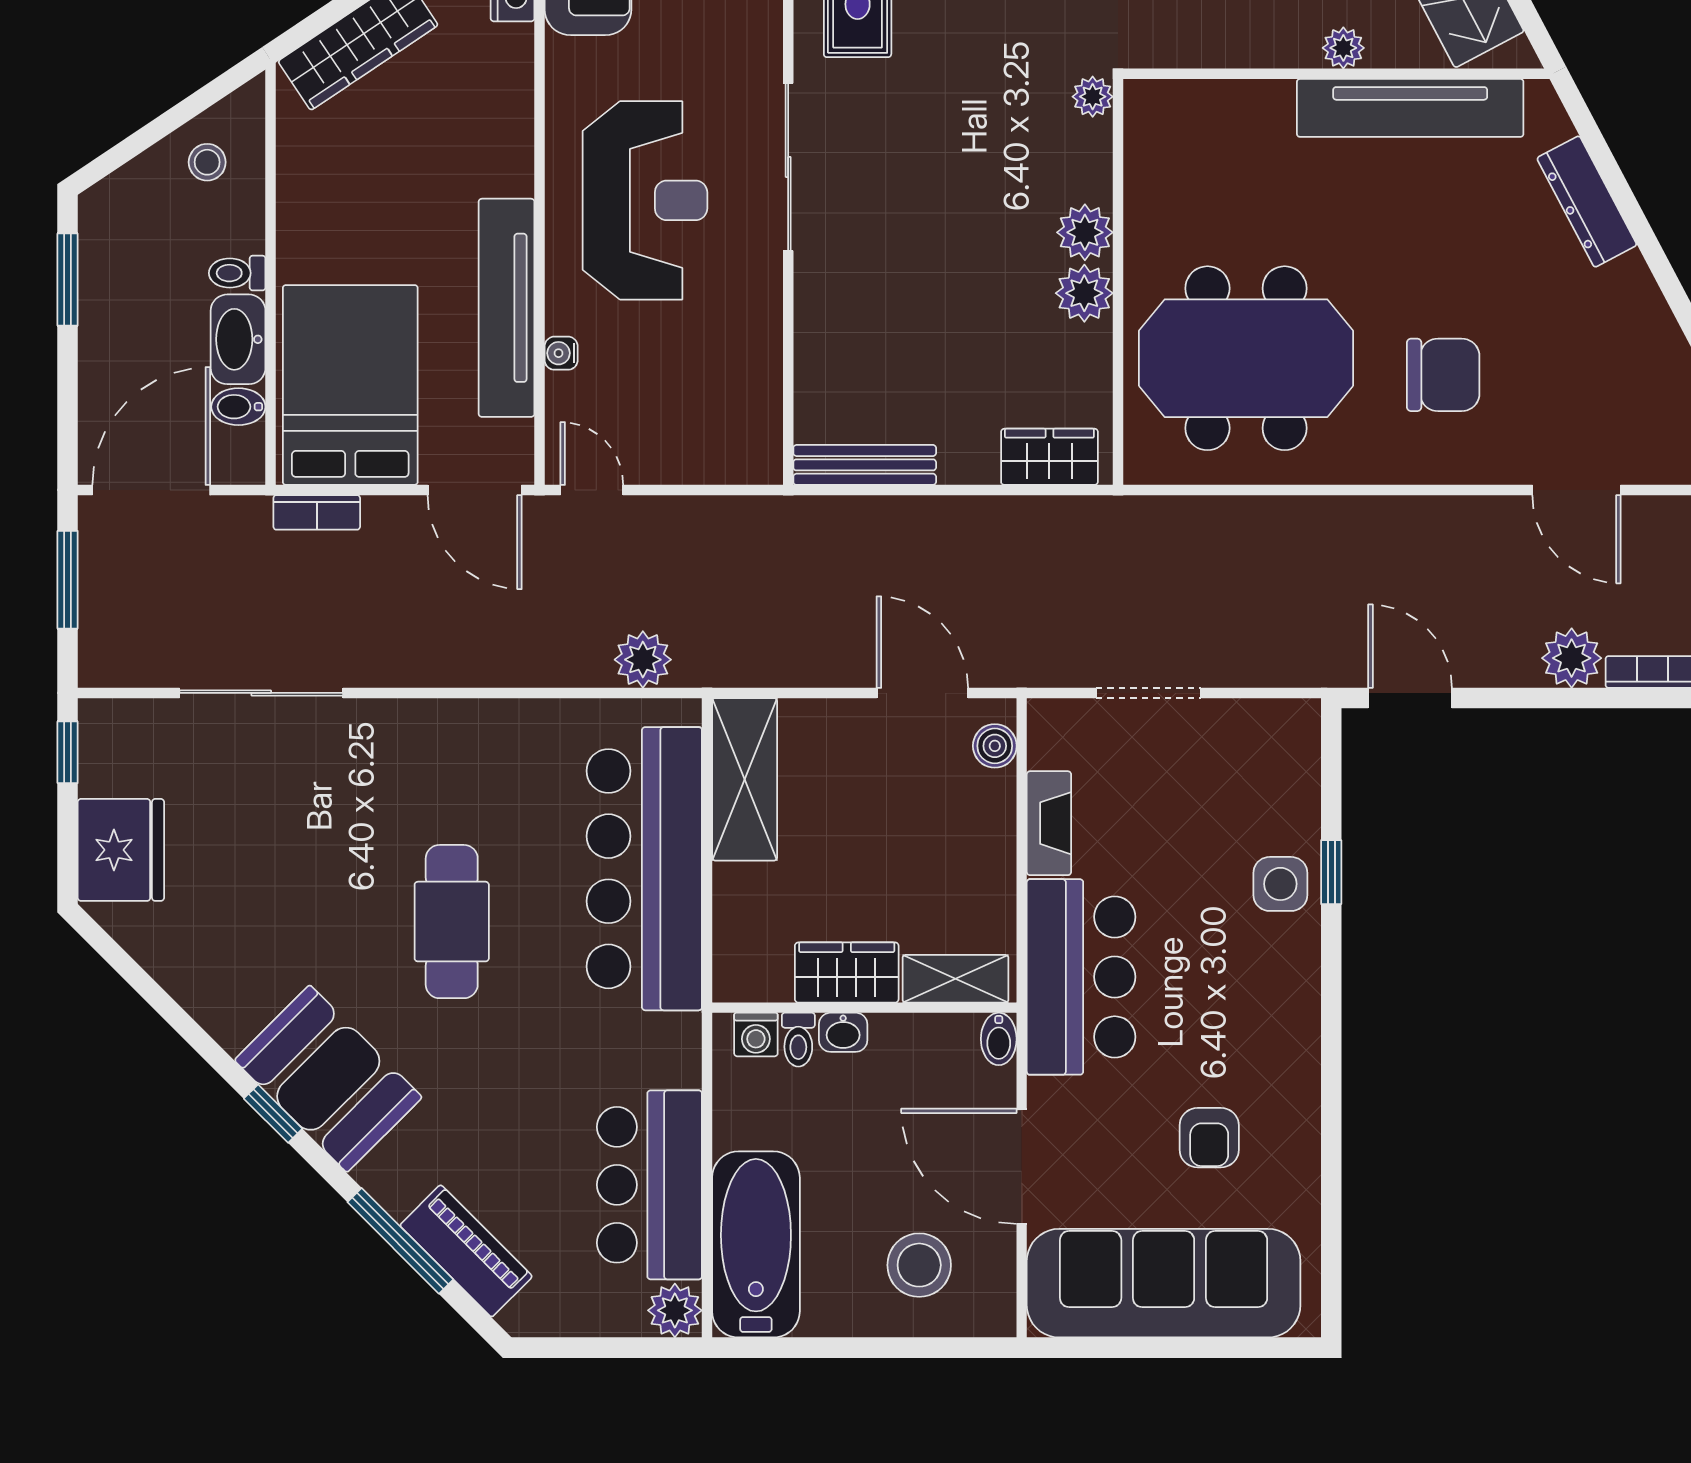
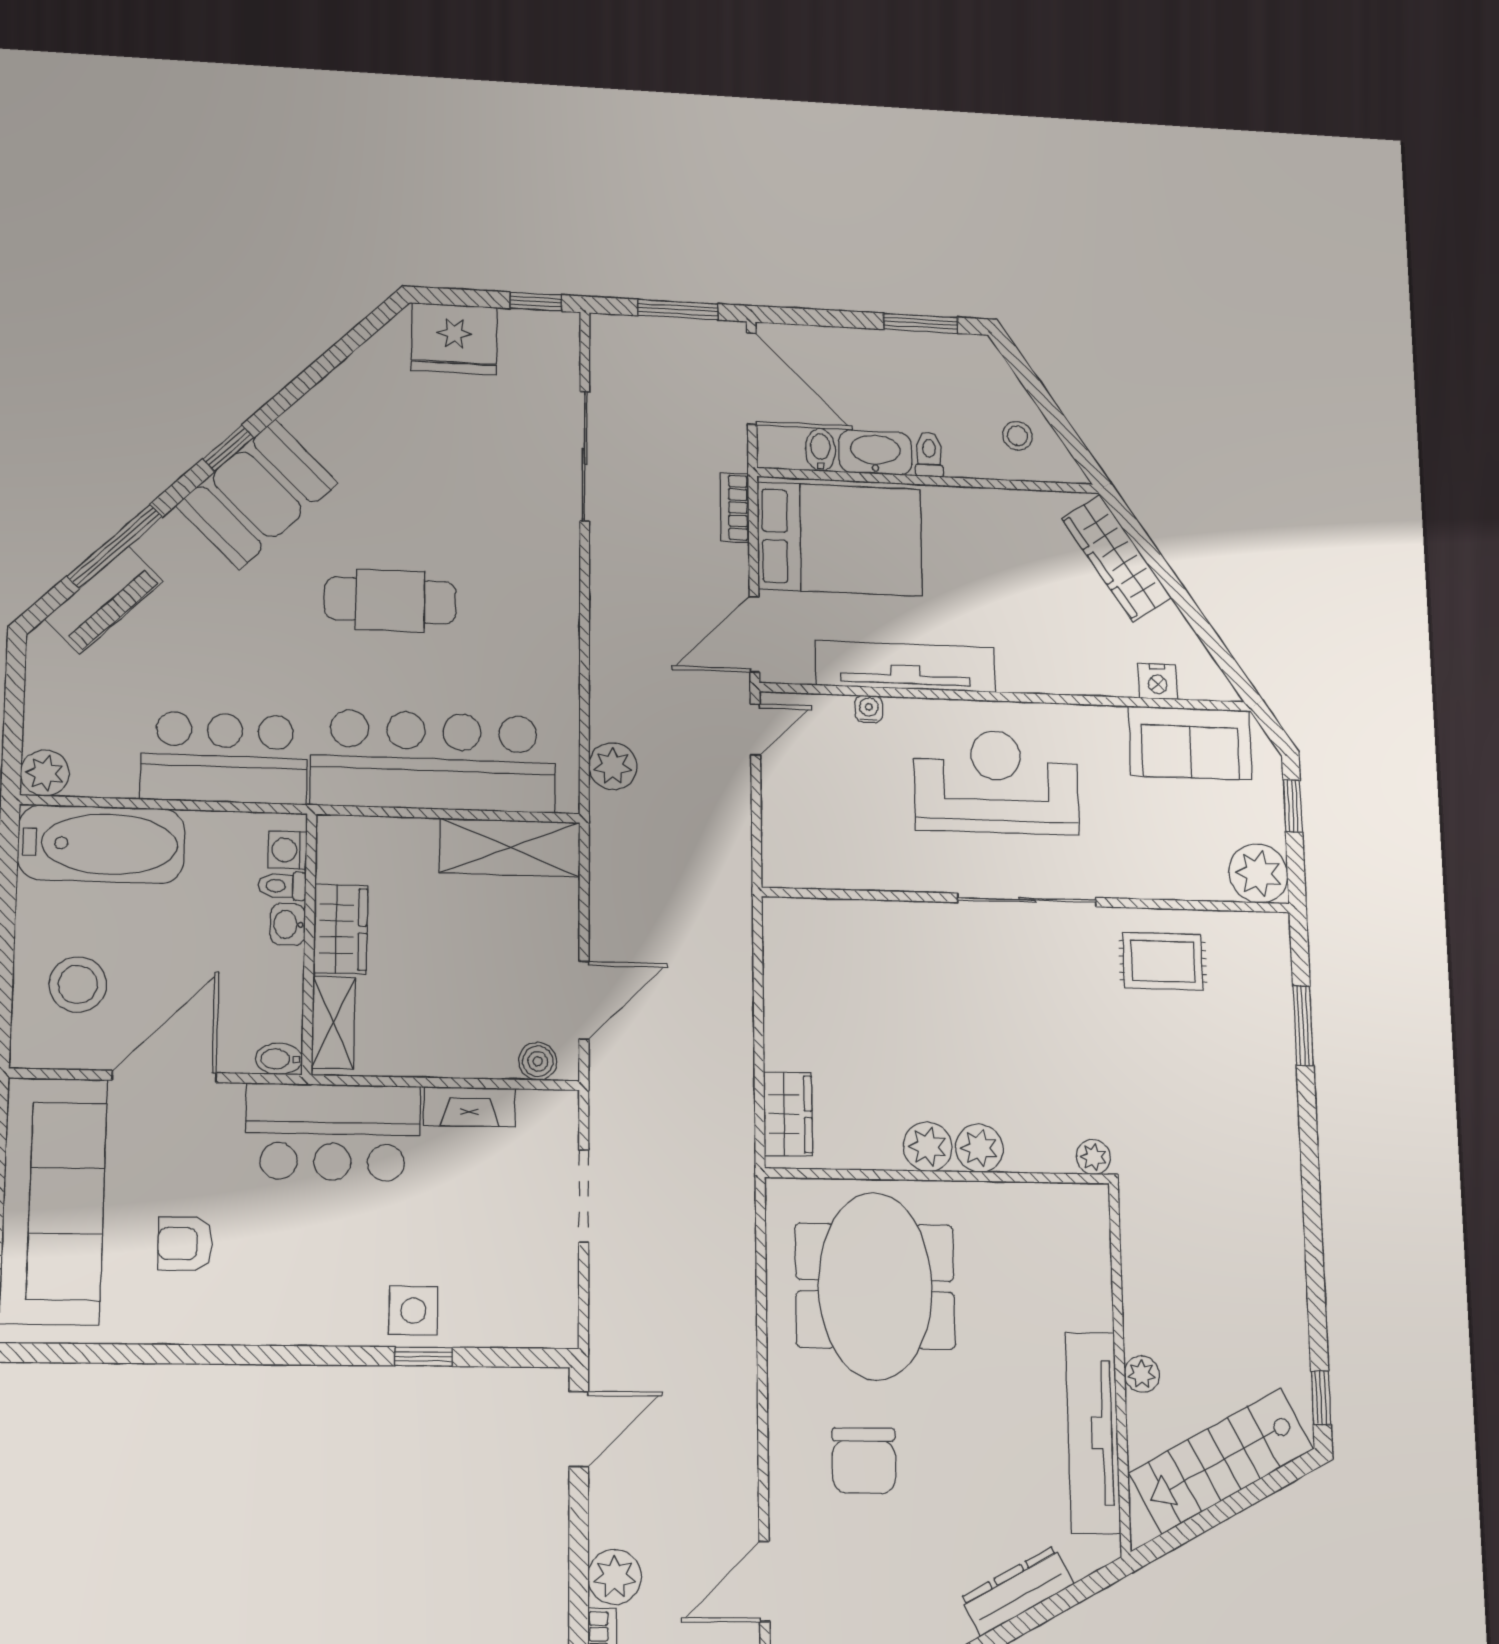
reception desk: (645, 200) -> (996, 782), turned 180
bench: (865, 465) -> (779, 957), removed
bar counter: (649, 1185) -> (224, 758), moved

